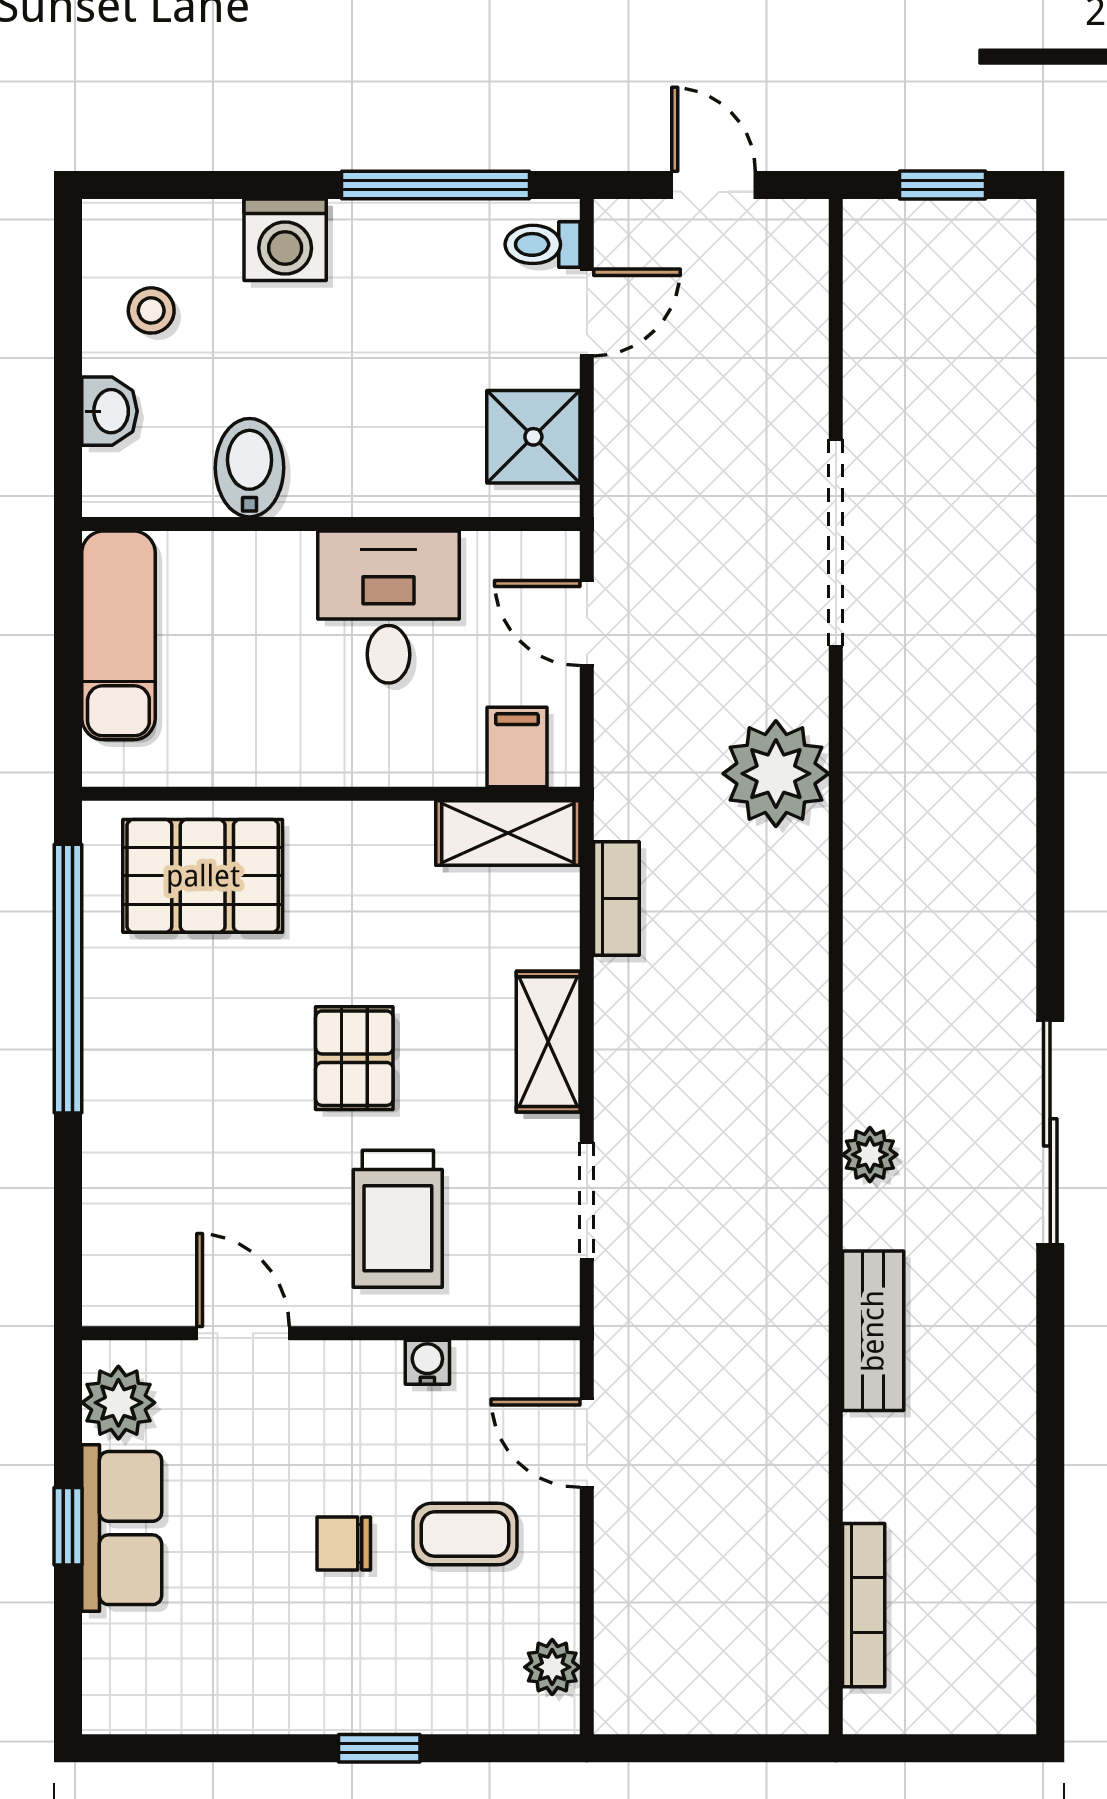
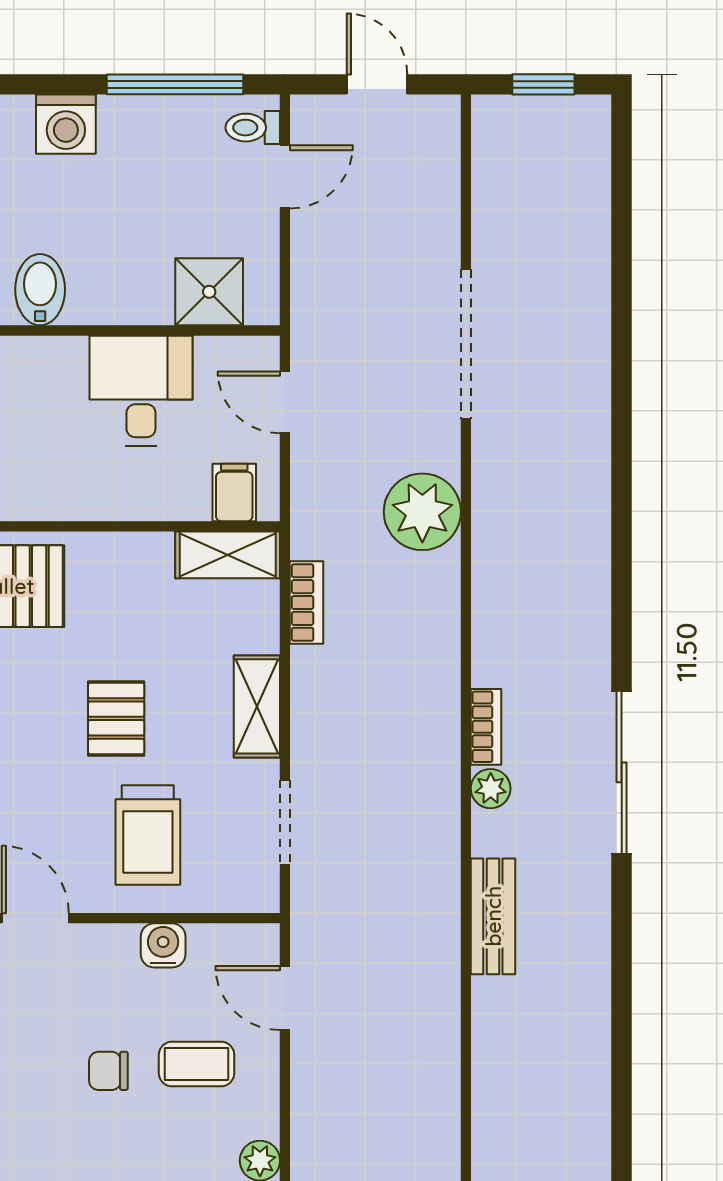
shower: (533, 437) -> (209, 292), moved
water cooler: (427, 1362) -> (163, 945), width x1.38, depth x1.38
bookcase: (864, 1605) -> (486, 727), moved, width x0.64

